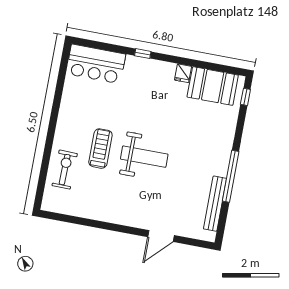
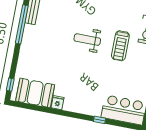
window: (143, 54) -> (100, 120), moved
weight bench: (144, 157) -> (87, 40), width x0.73, depth x0.75

